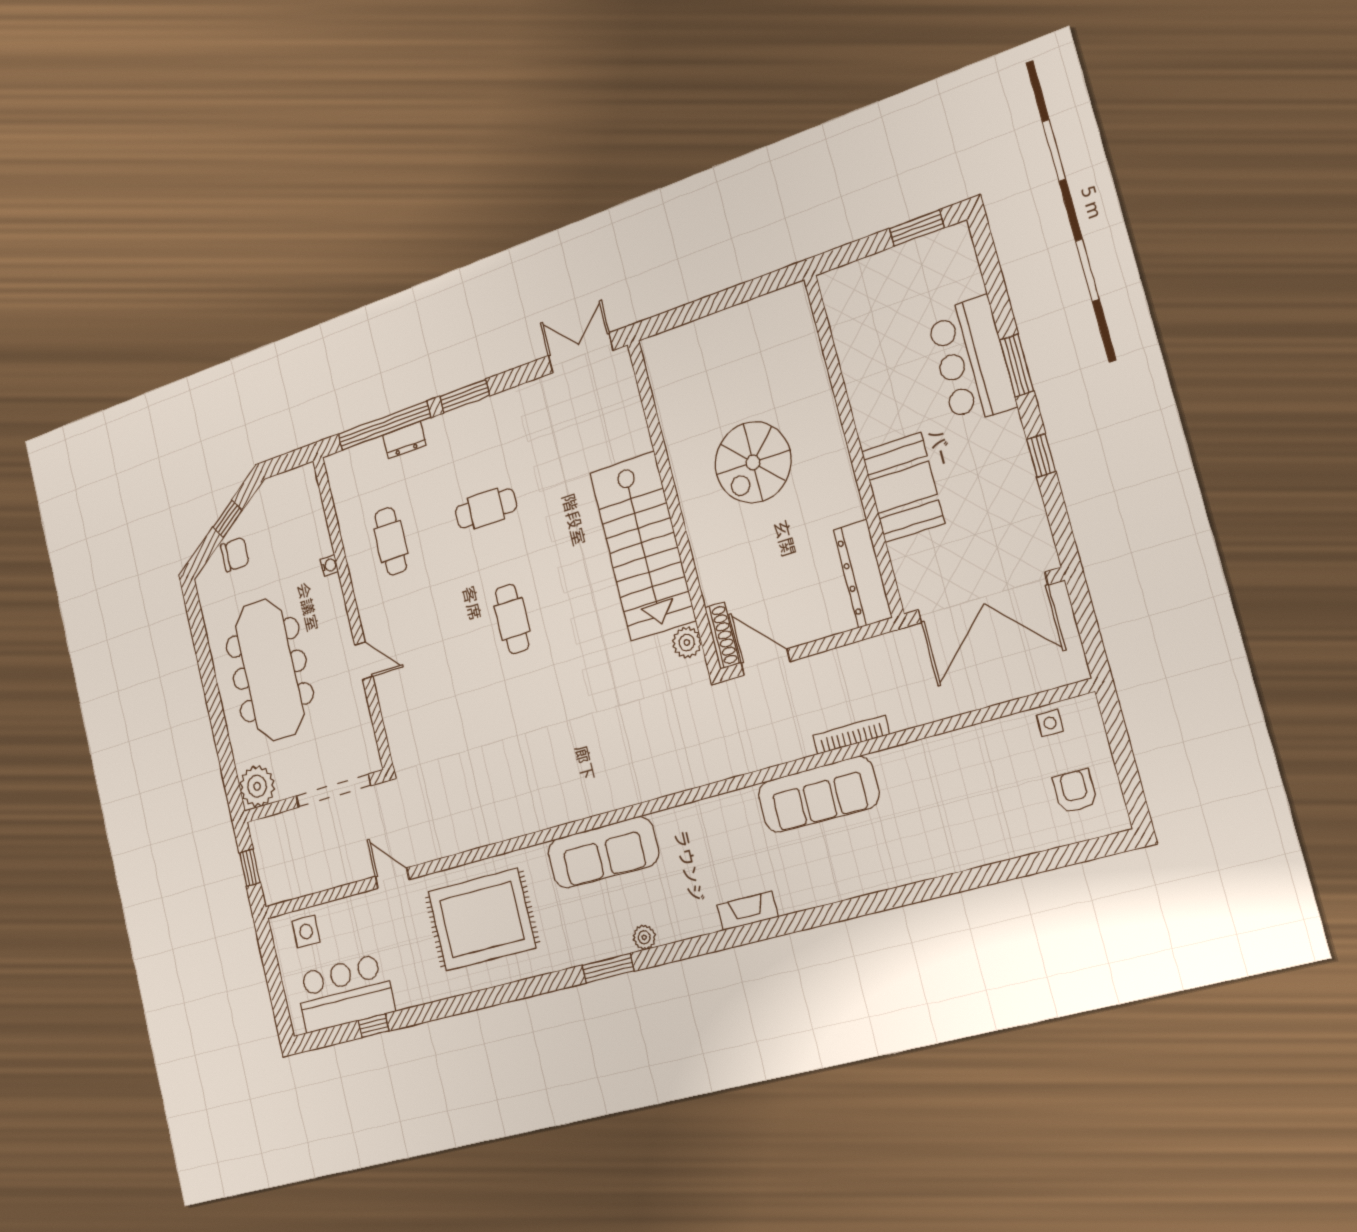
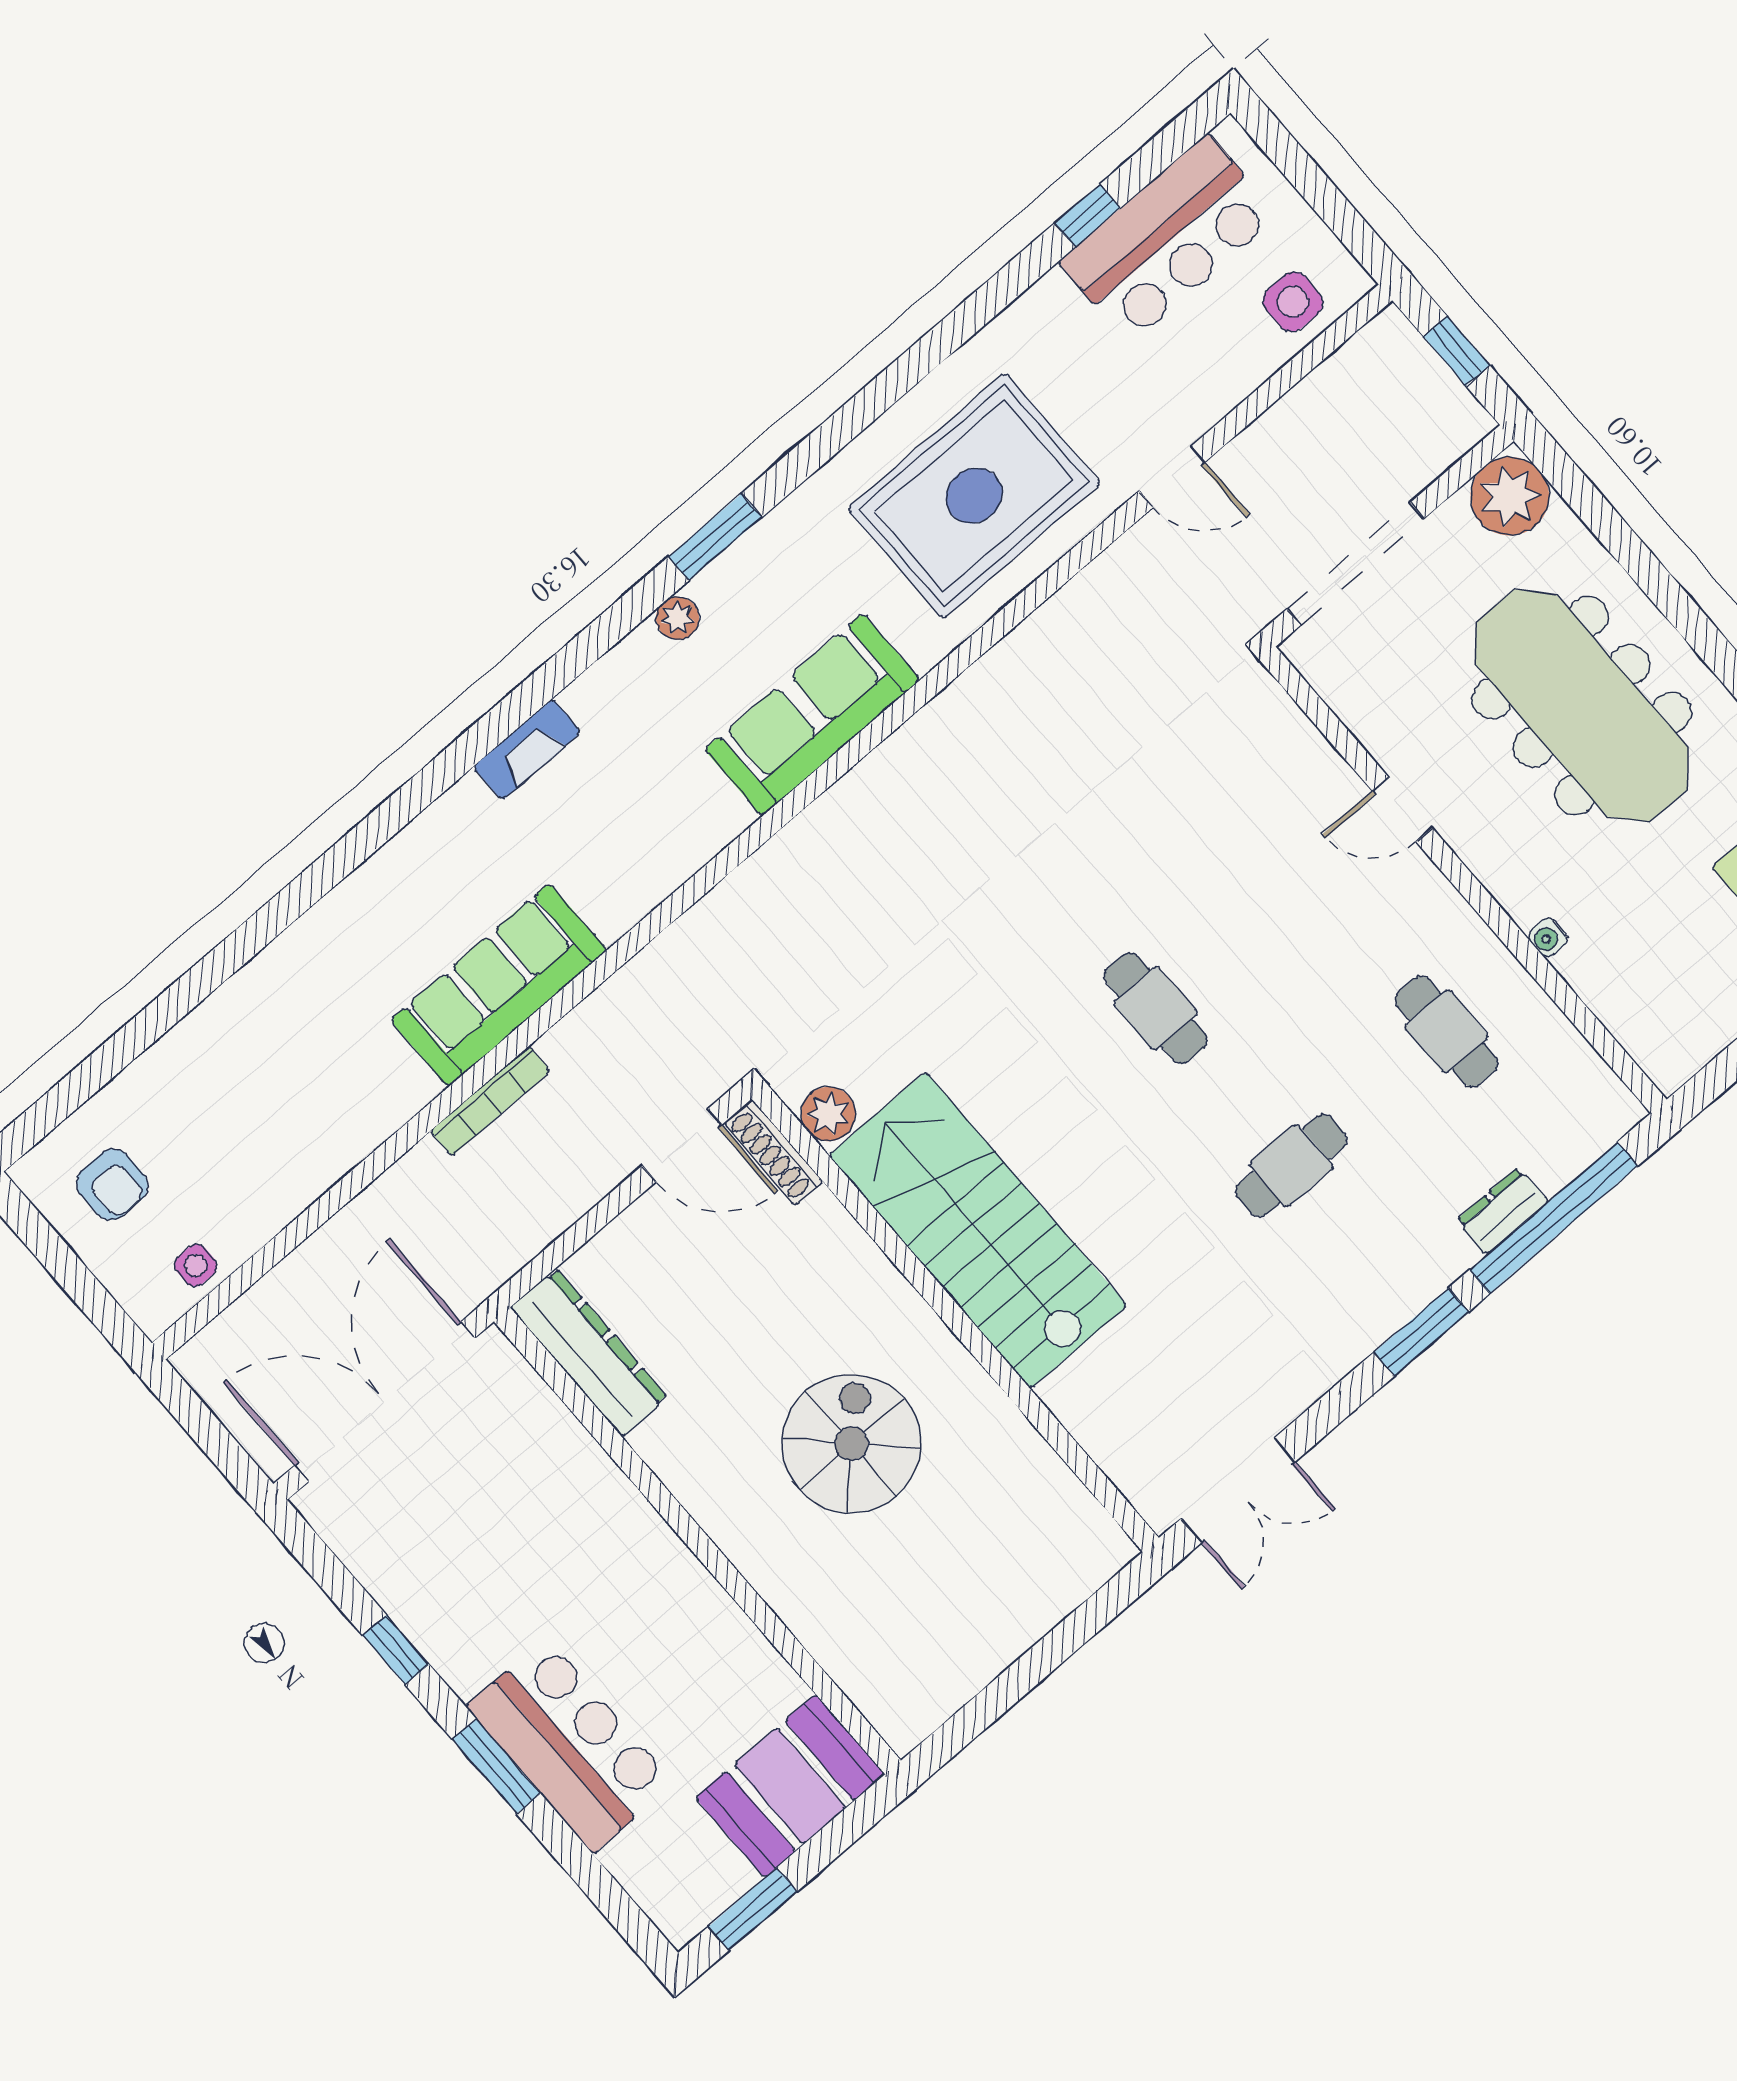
booth: (903, 487) -> (790, 1786), moved, turned 90

